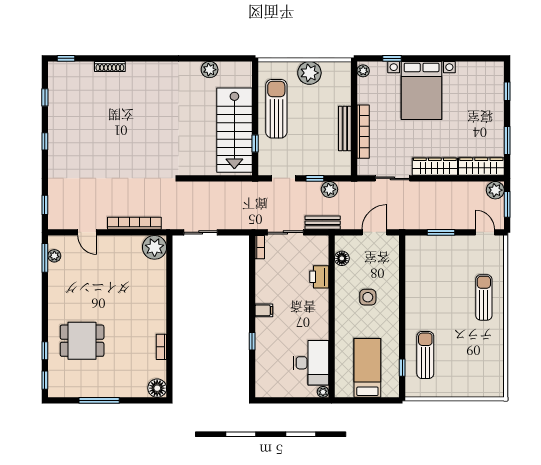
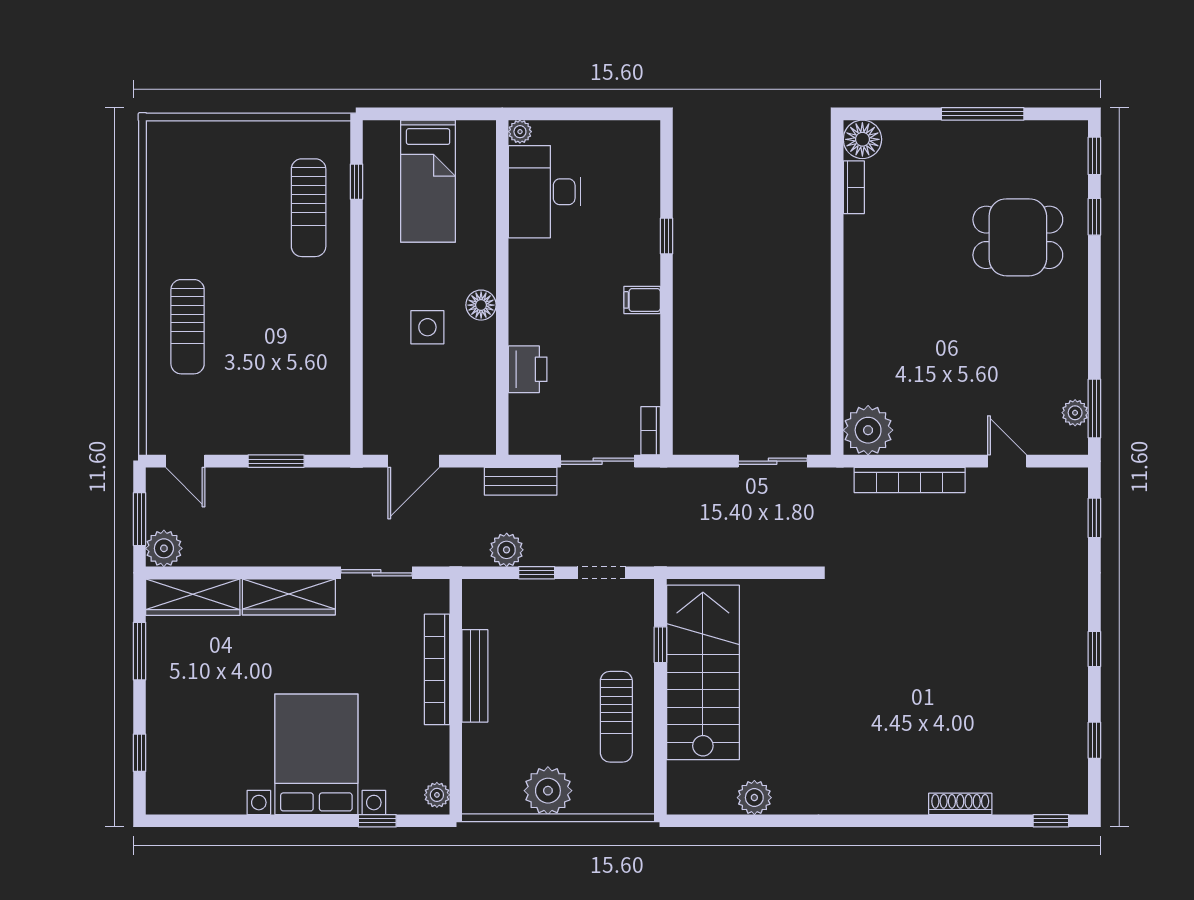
sun lounger: (276, 109) -> (616, 717), width x0.73, depth x0.75
floor lamp: (342, 258) -> (481, 305), moved
bookcase: (161, 347) -> (854, 187), moved

